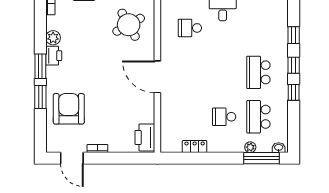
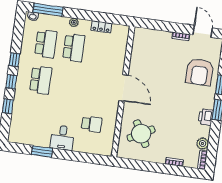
plant: (53, 38) -> (203, 144), moved
school desk: (224, 117) -> (74, 48), width x1.85
printer: (145, 137) -> (141, 40), removed
plant: (250, 147) -> (74, 22), moved

